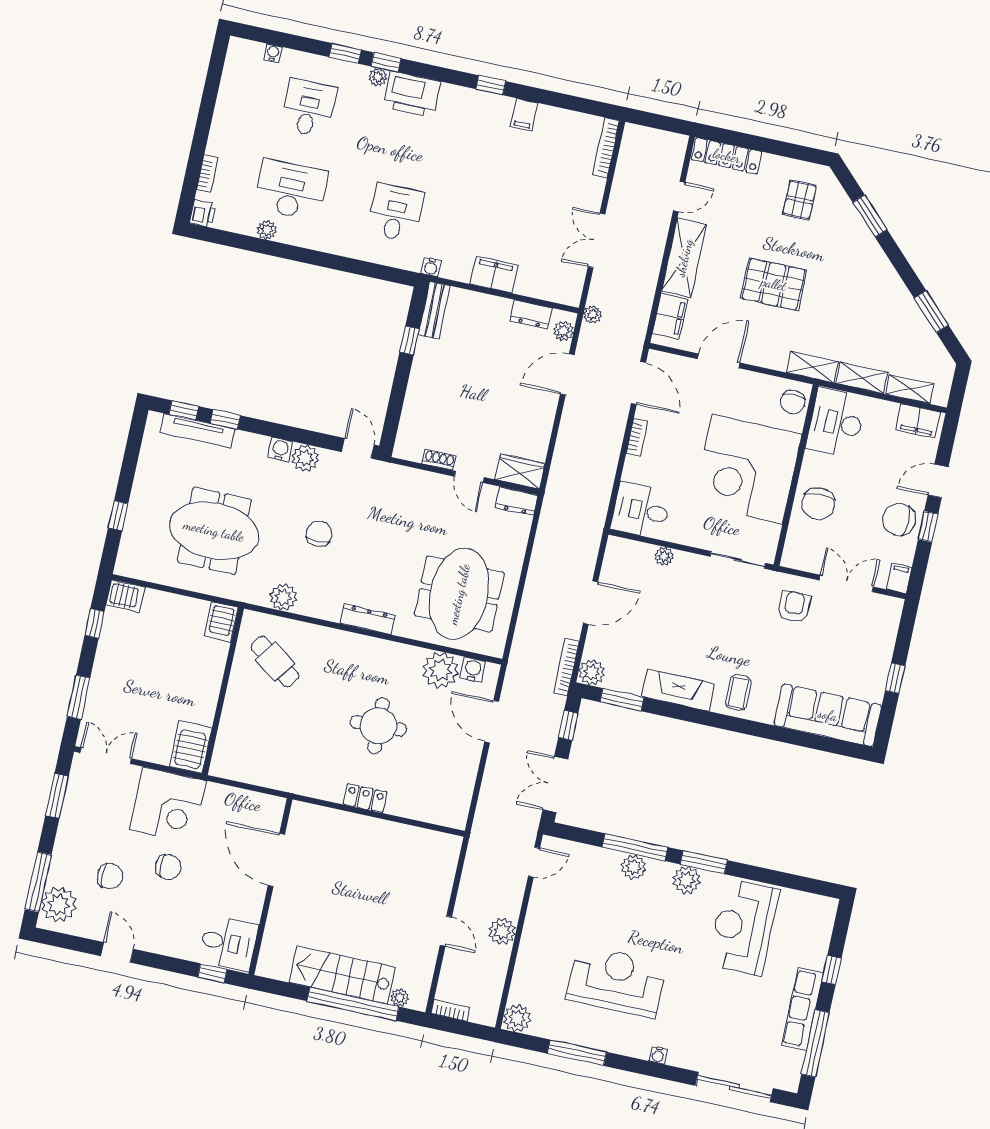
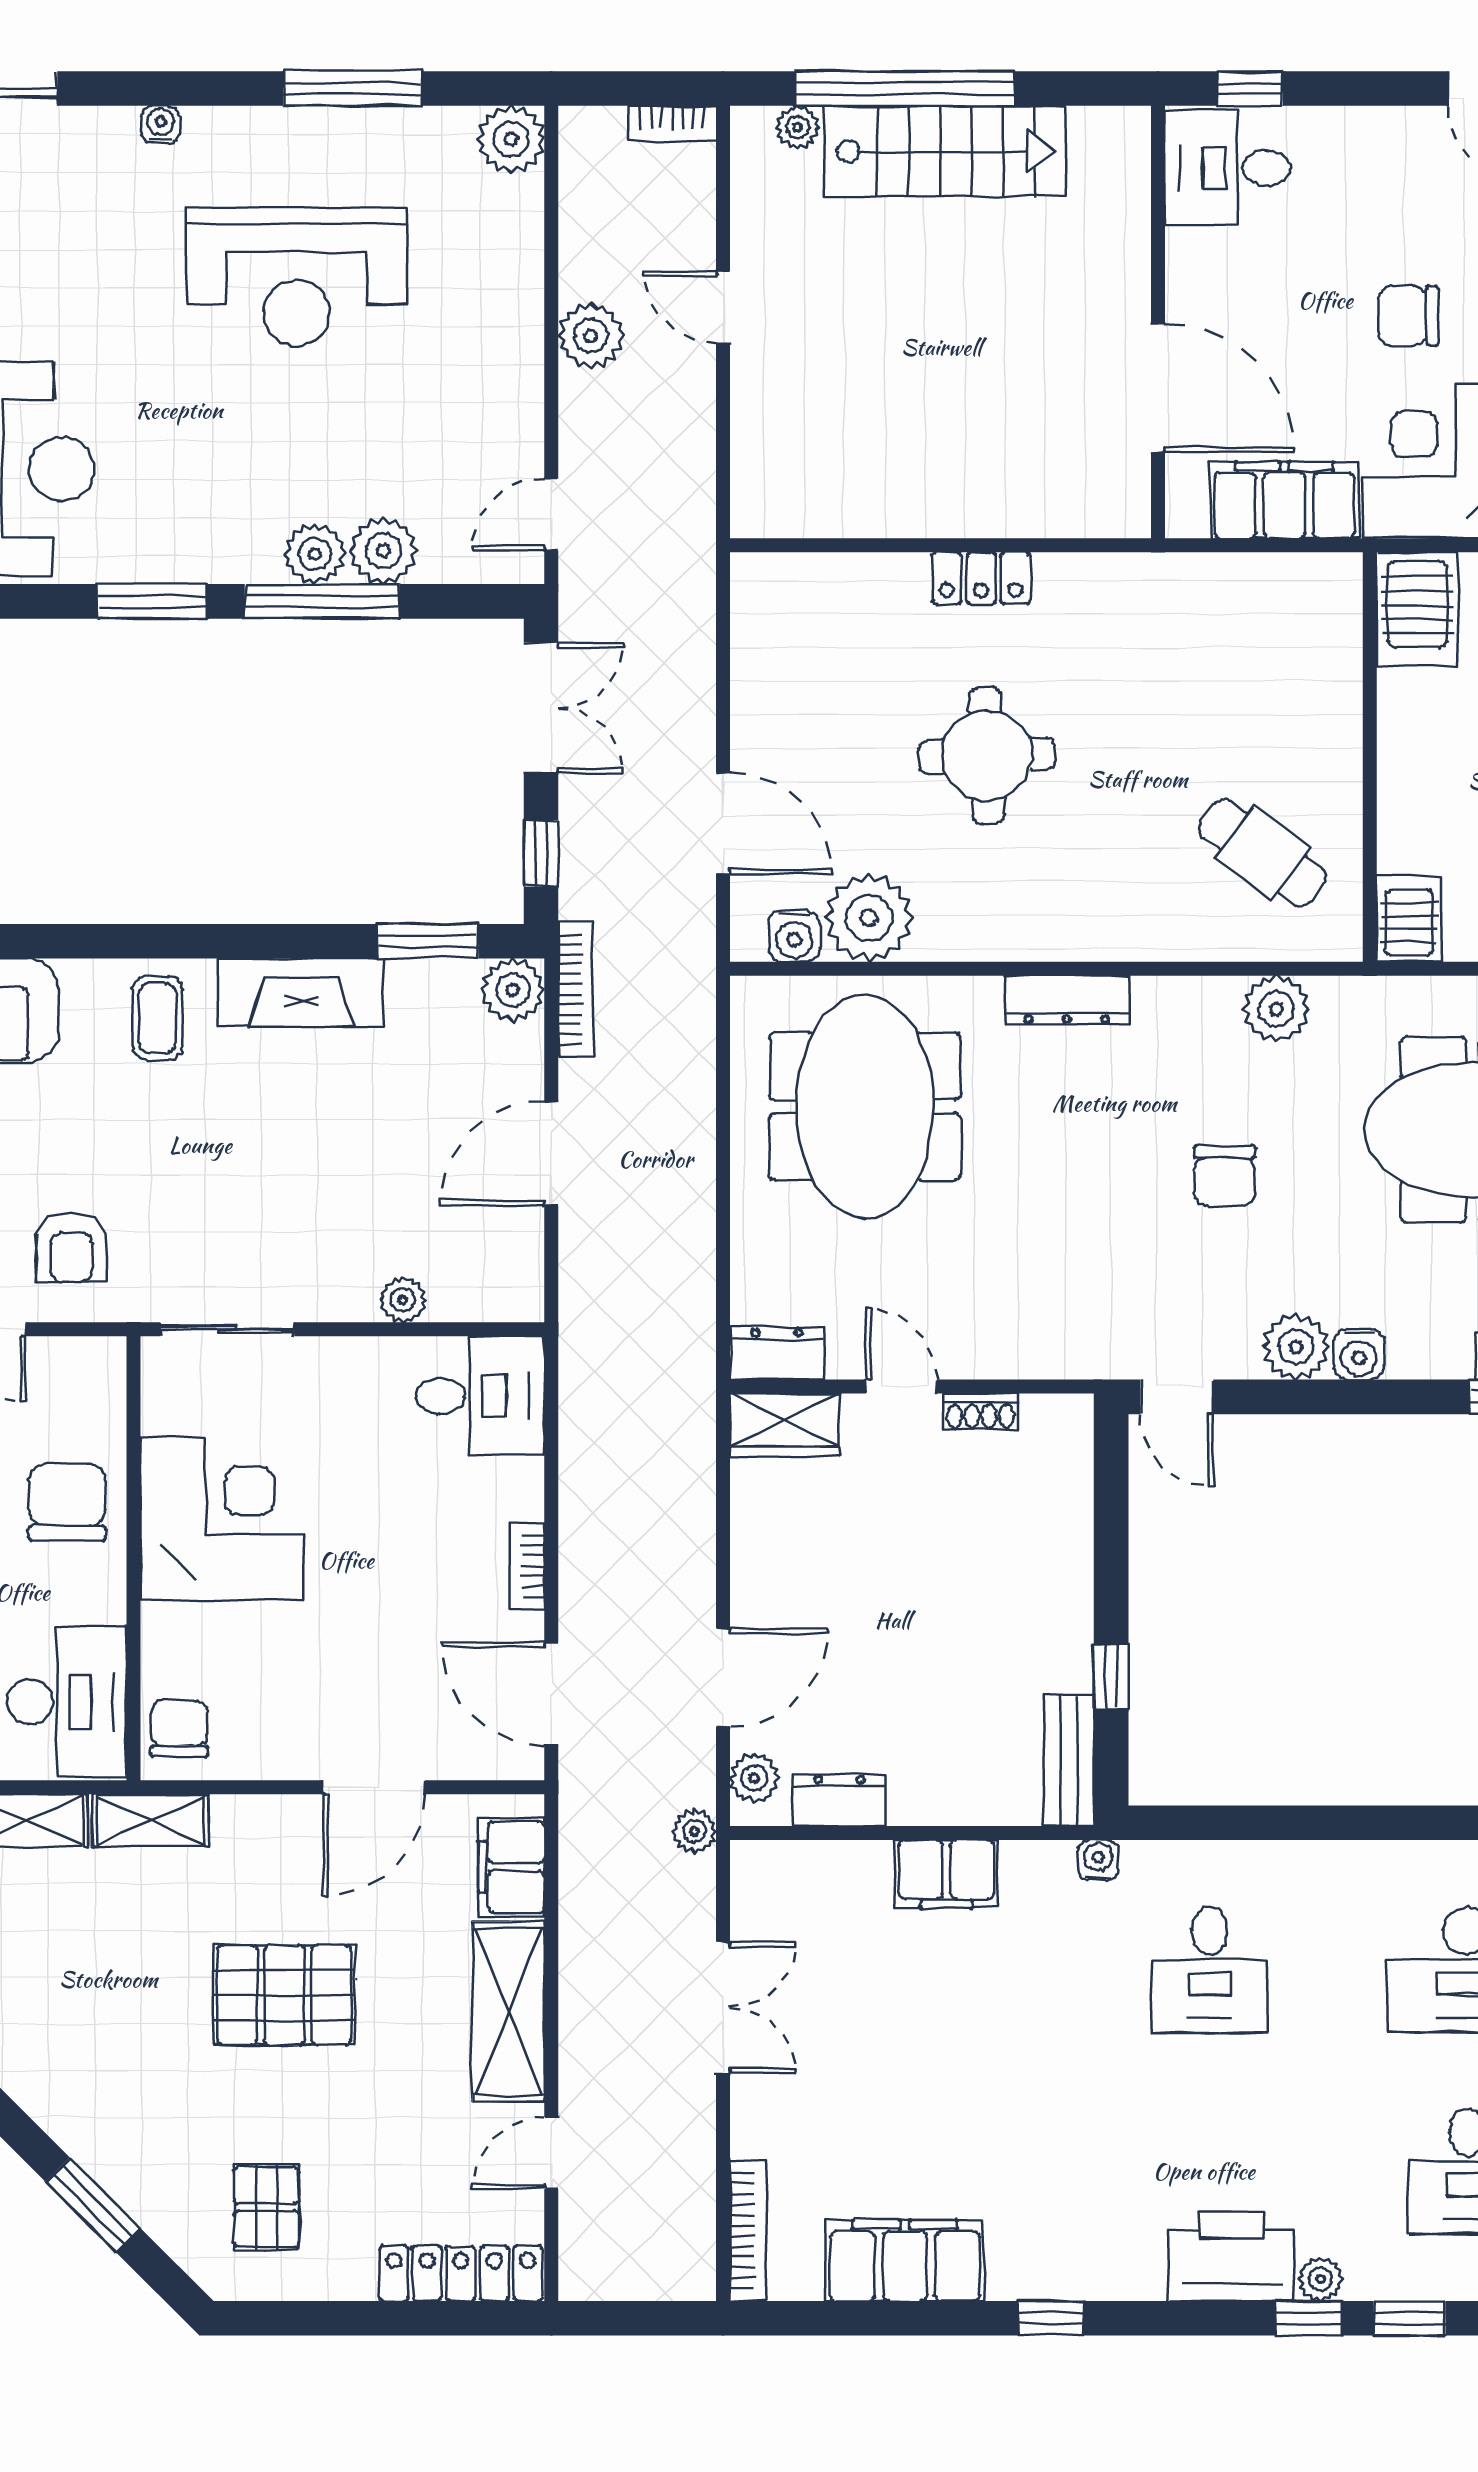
filing cabinet: (524, 115) -> (905, 2260), width x3.00, depth x1.17
corner desk: (747, 469) -> (222, 1518), width x0.74, depth x0.74
filing cabinet: (235, 803) -> (1284, 500), added
plant: (687, 880) -> (383, 551), moved

